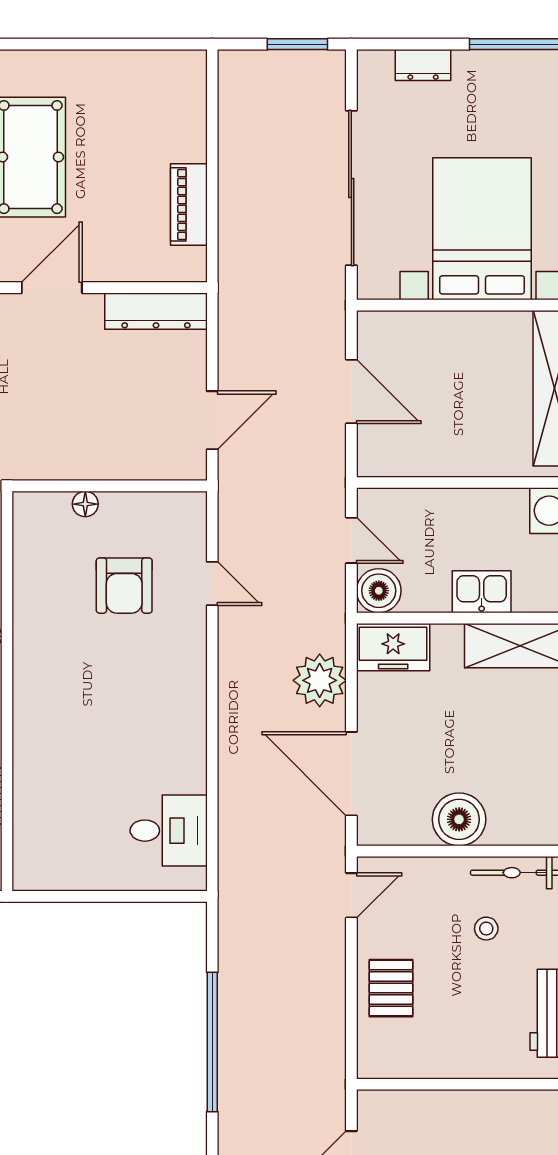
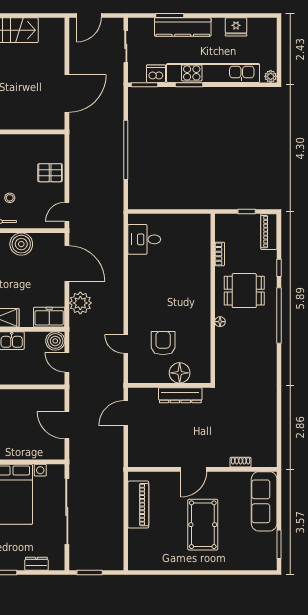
piano: (189, 204) -> (138, 505), width x1.37, depth x1.33
dresser: (156, 311) -> (180, 395), moved, turned 180
floor lamp: (85, 504) -> (180, 373), width x1.89, depth x1.89
pallet: (391, 988) -> (50, 173), turned 90

